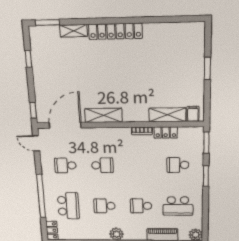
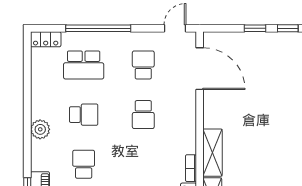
window: (33, 110) -> (255, 28), moved
shelving: (103, 115) -> (213, 153), moved
school desk: (104, 206) -> (84, 115), turned 90

